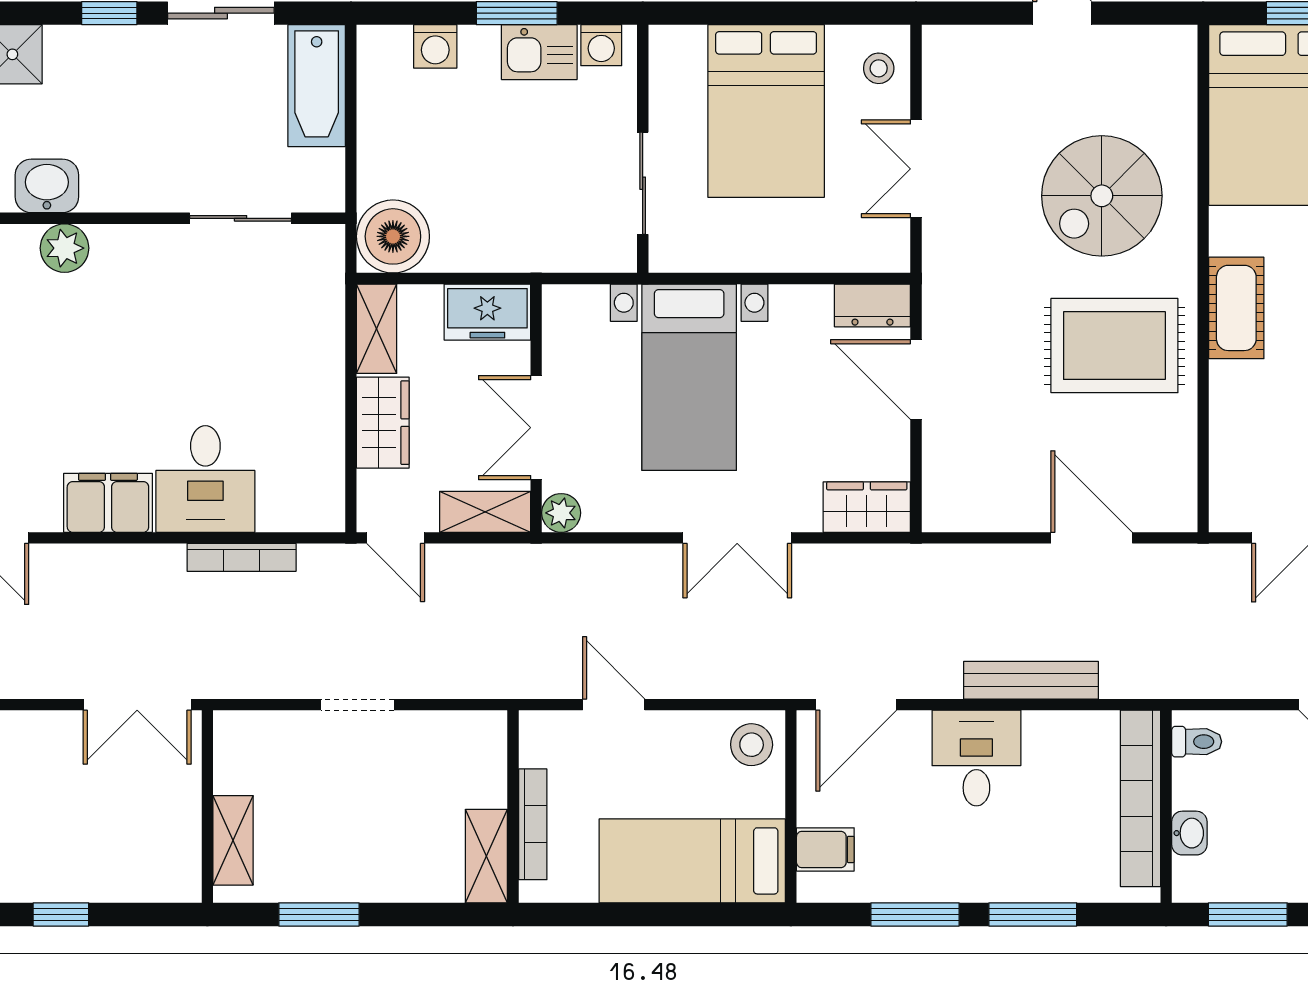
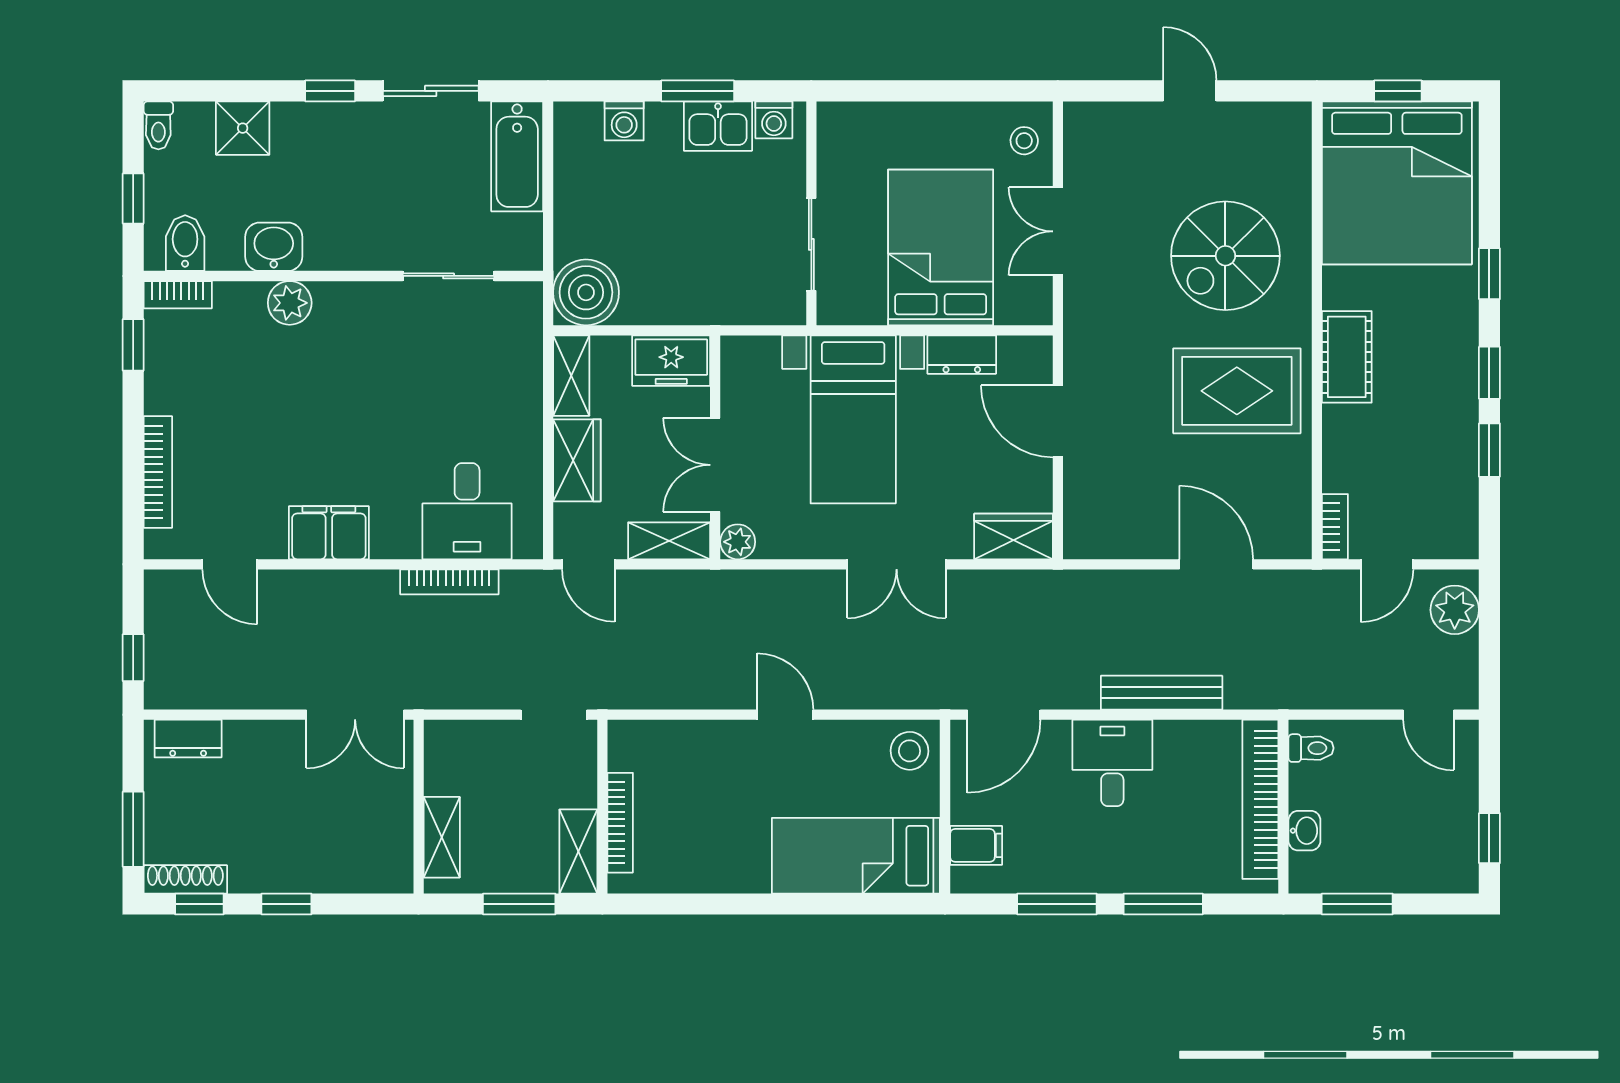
bed: (766, 111) -> (941, 247), moved, turned 180
dresser: (872, 305) -> (962, 355), moved
desk: (205, 479) -> (467, 511), moved
bookcase: (1223, 496) -> (1335, 527), added
wall: (513, 807) -> (602, 807), moved
bookcase: (533, 824) -> (620, 823), moved
shelving: (486, 856) -> (578, 851), moved

